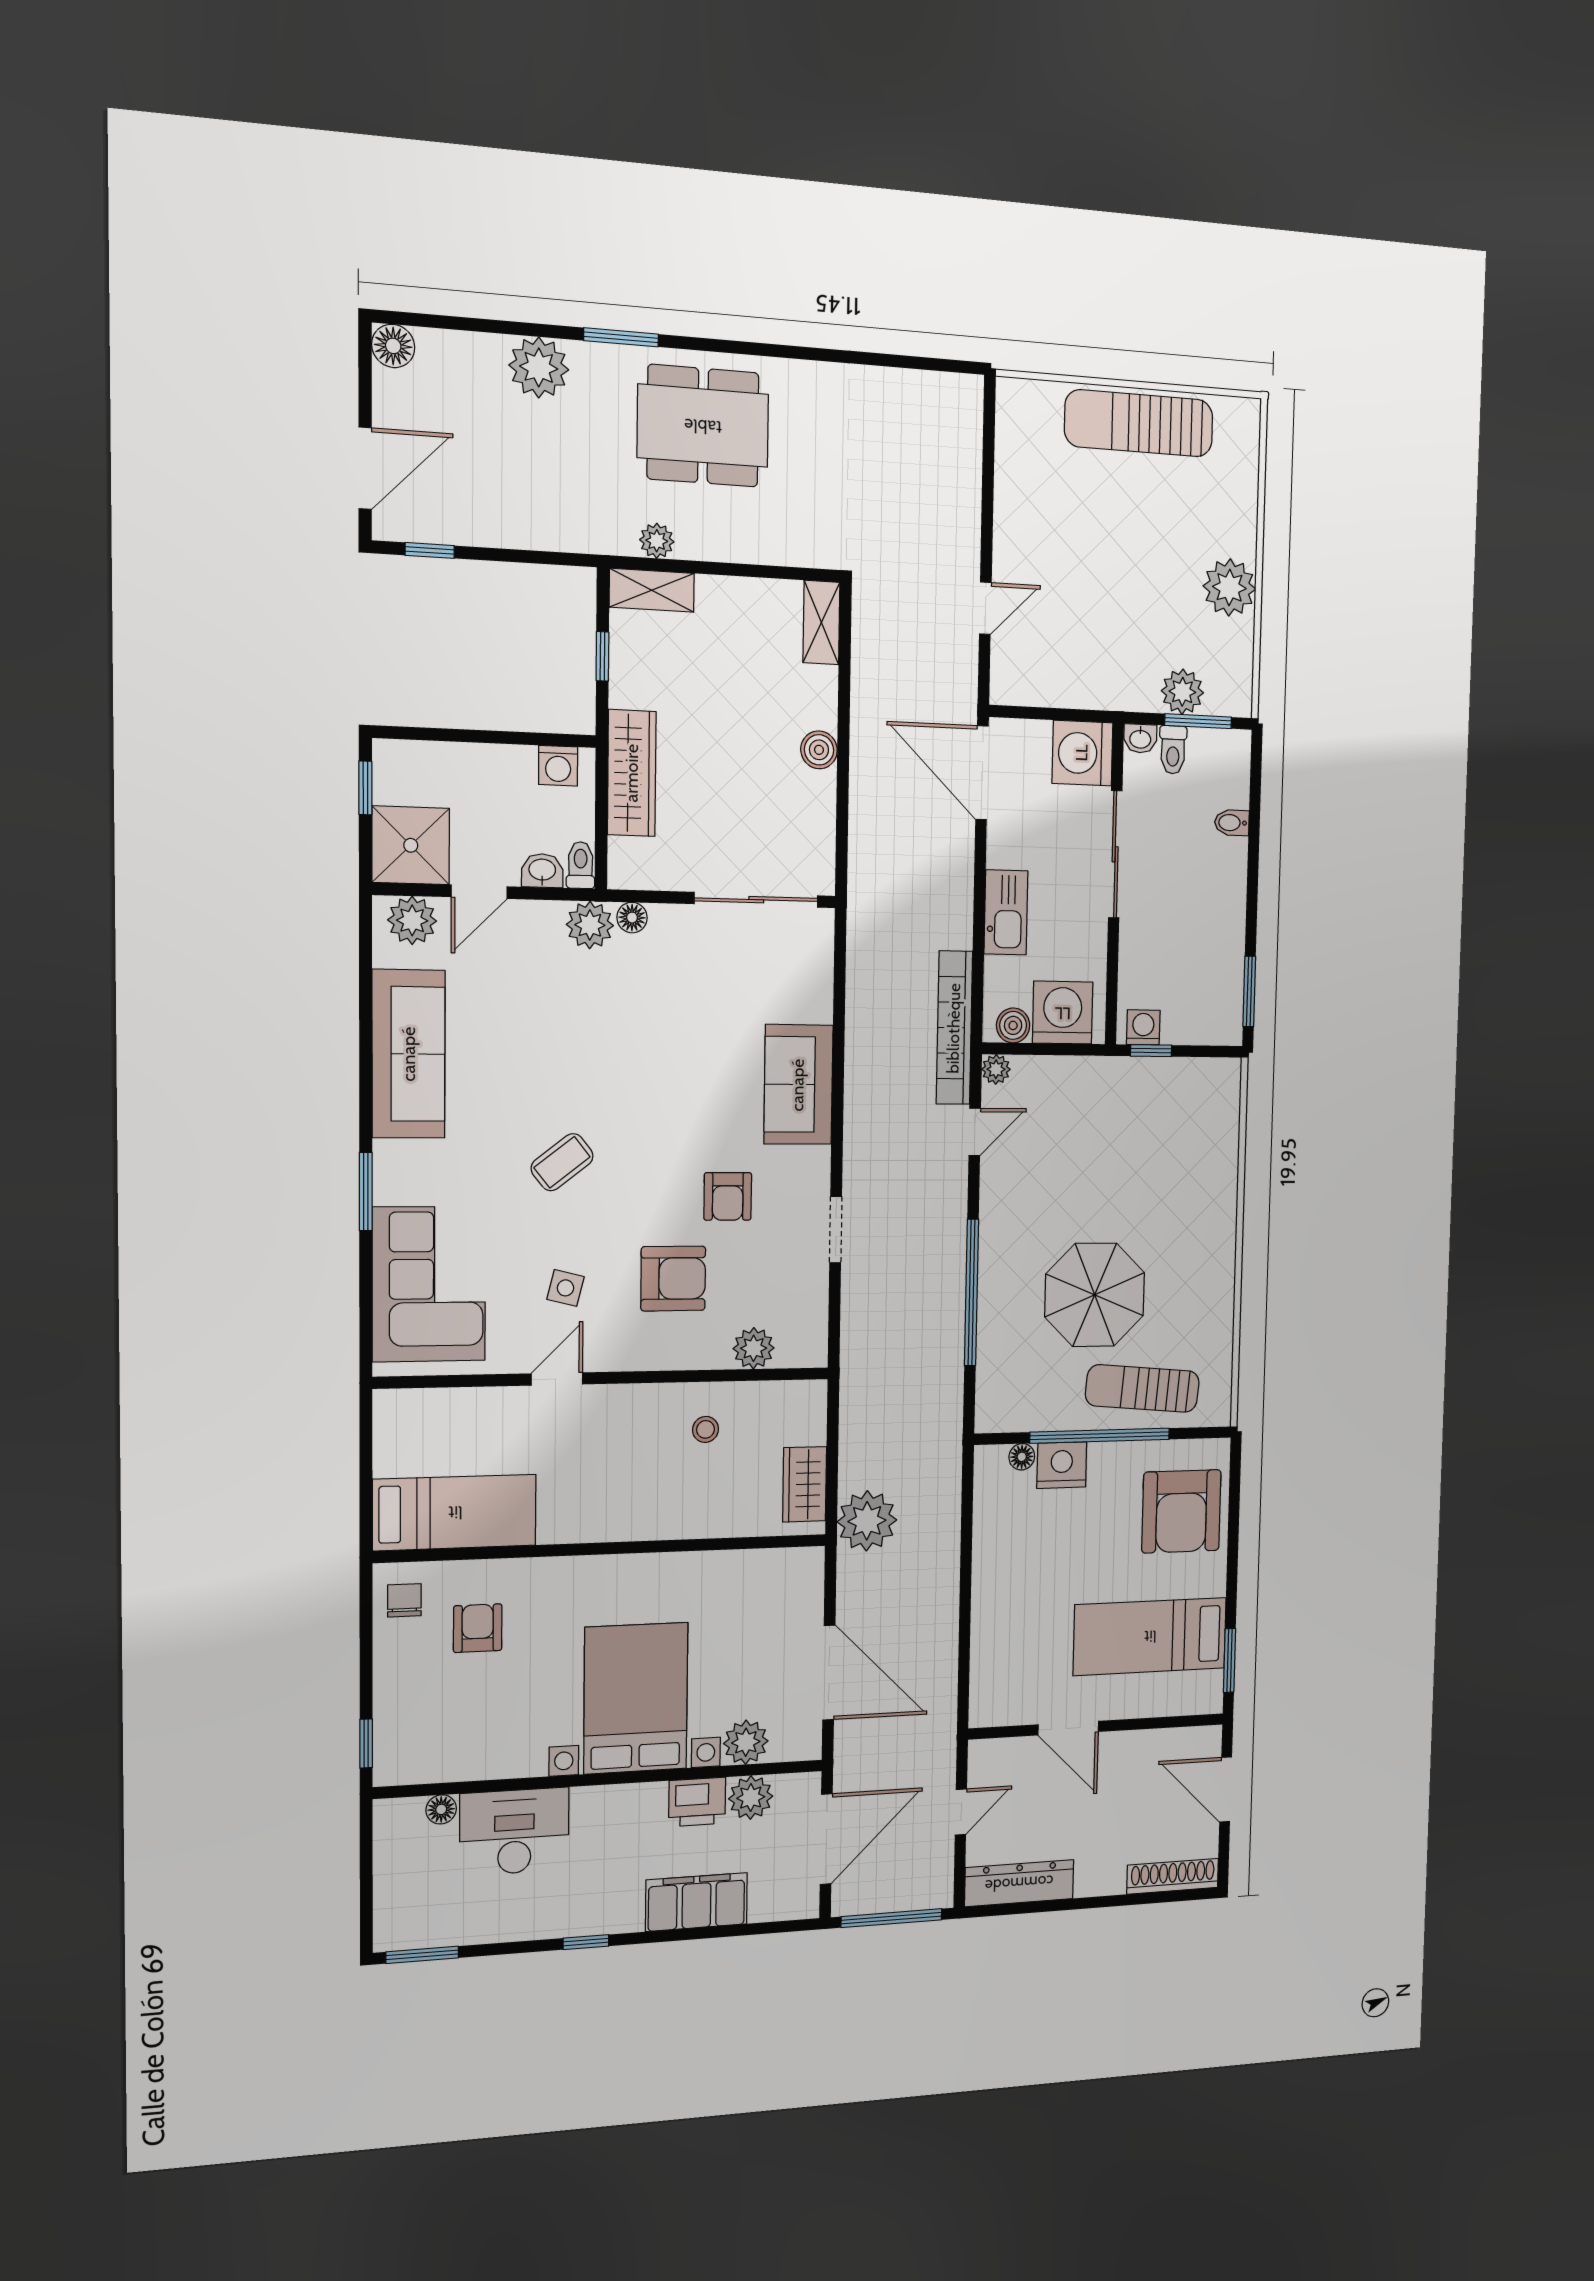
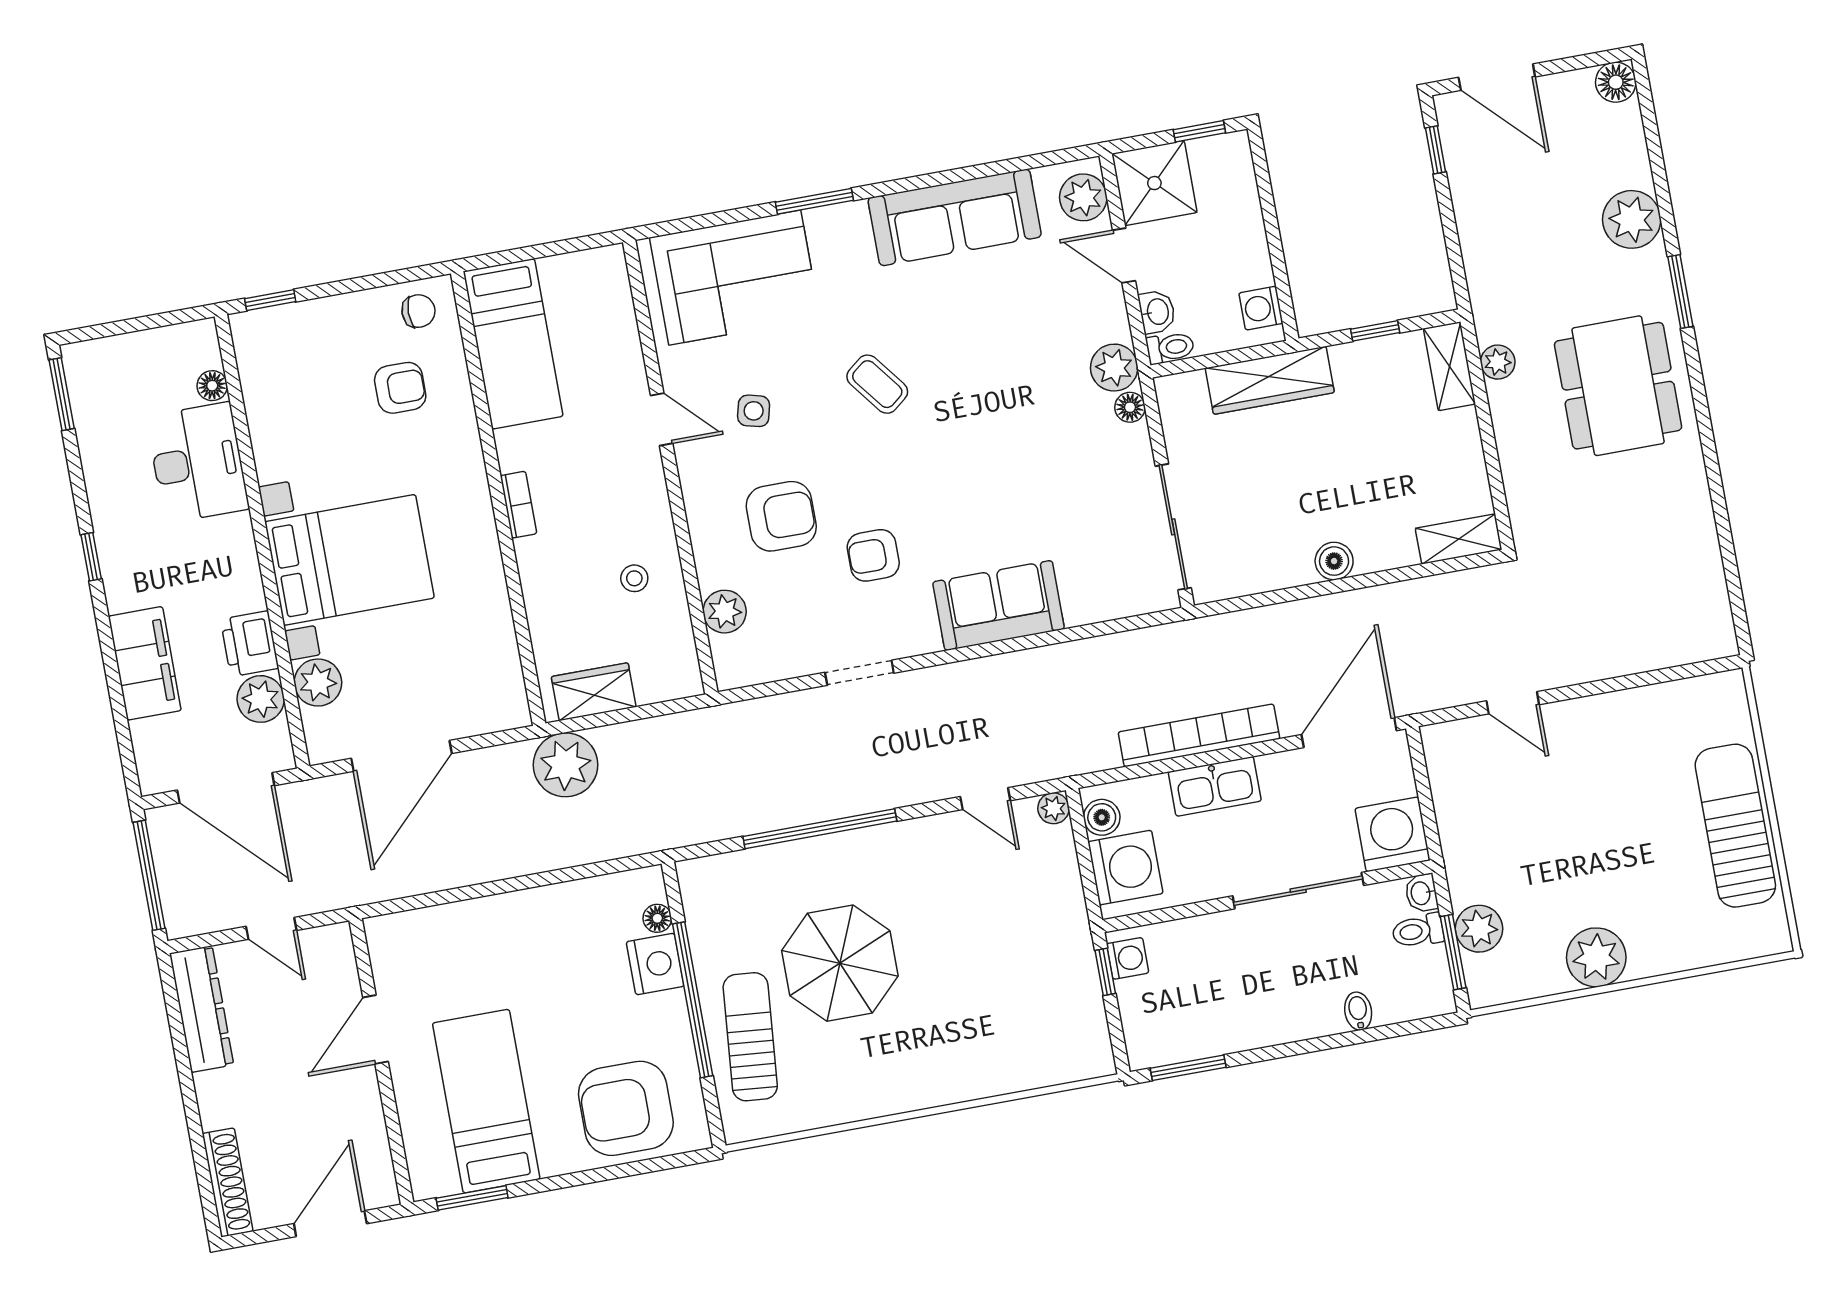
bookcase: (954, 1028) -> (1199, 735), moved
armchair: (673, 1279) -> (781, 516), turned -90
bookcase: (614, 1530) -> (519, 505), added

